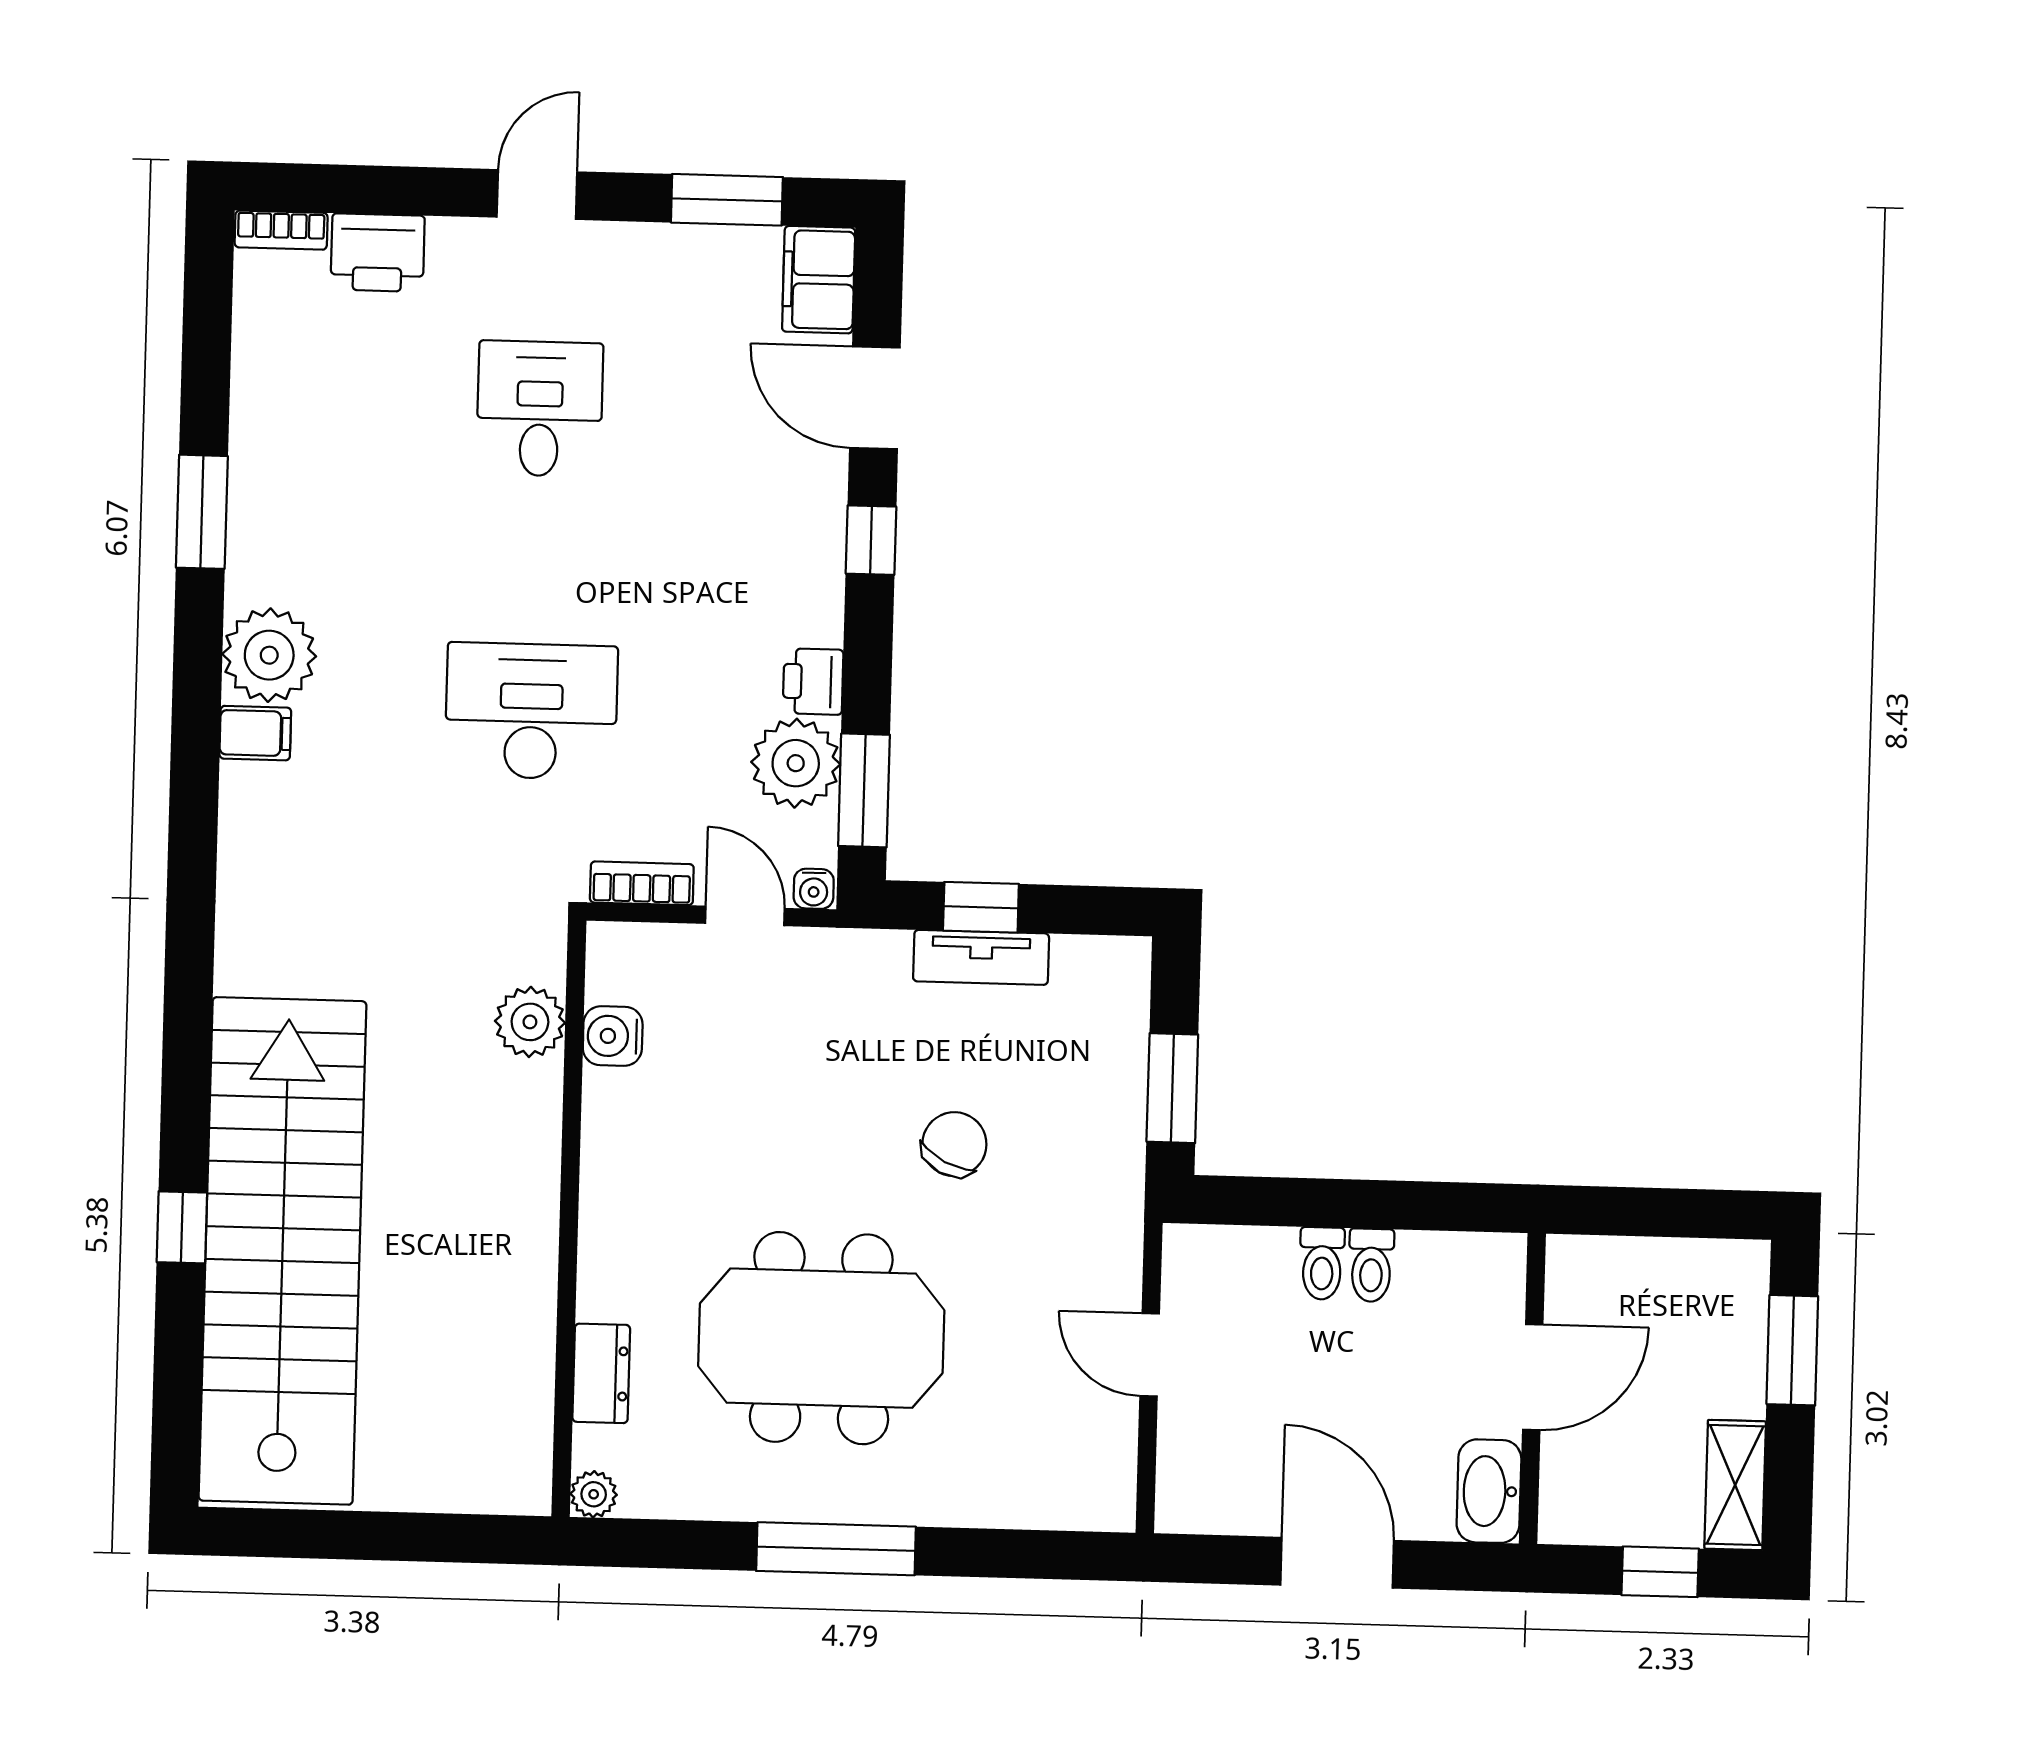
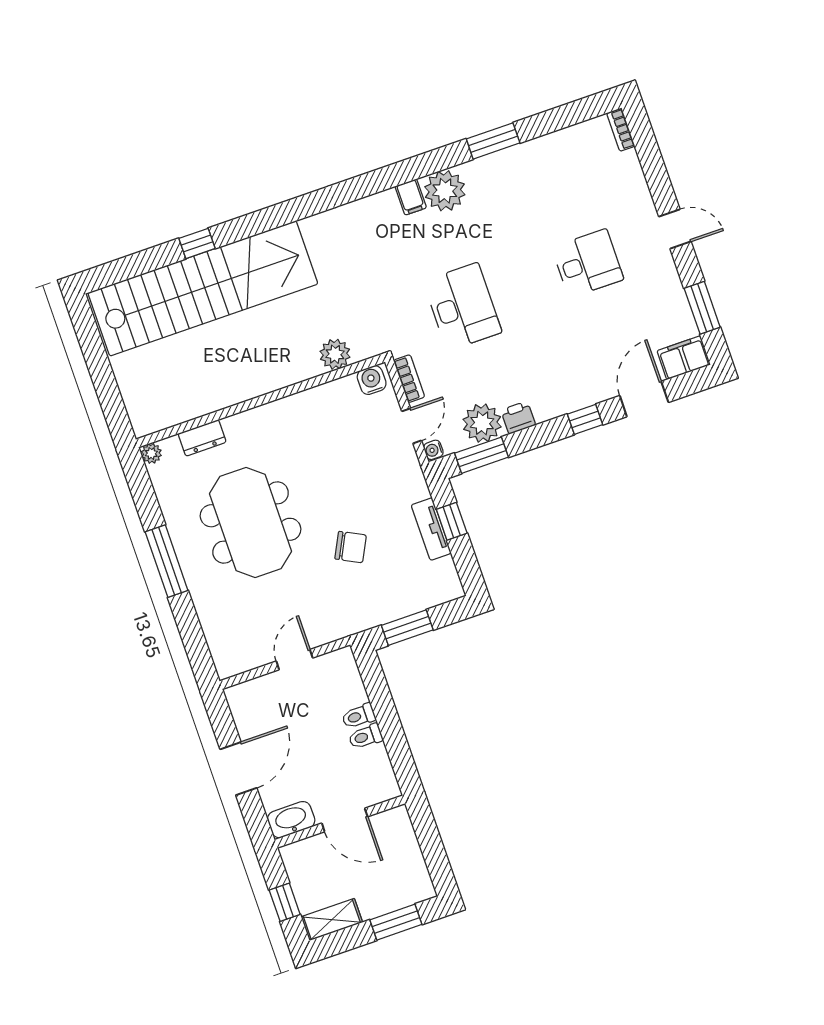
printer: (378, 253) -> (626, 173), removed
water cooler: (613, 1036) -> (372, 380), moved

